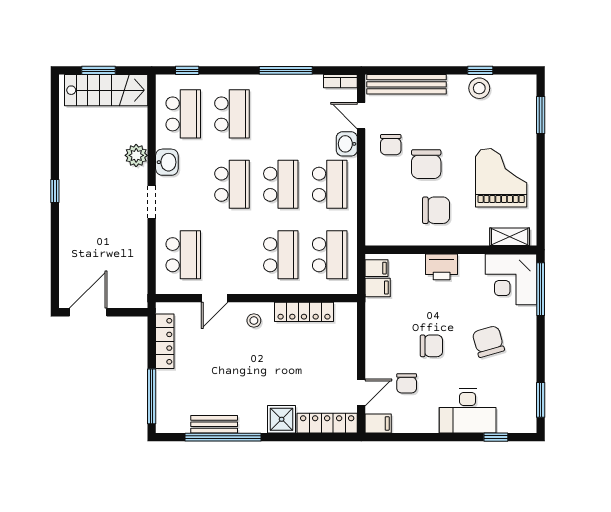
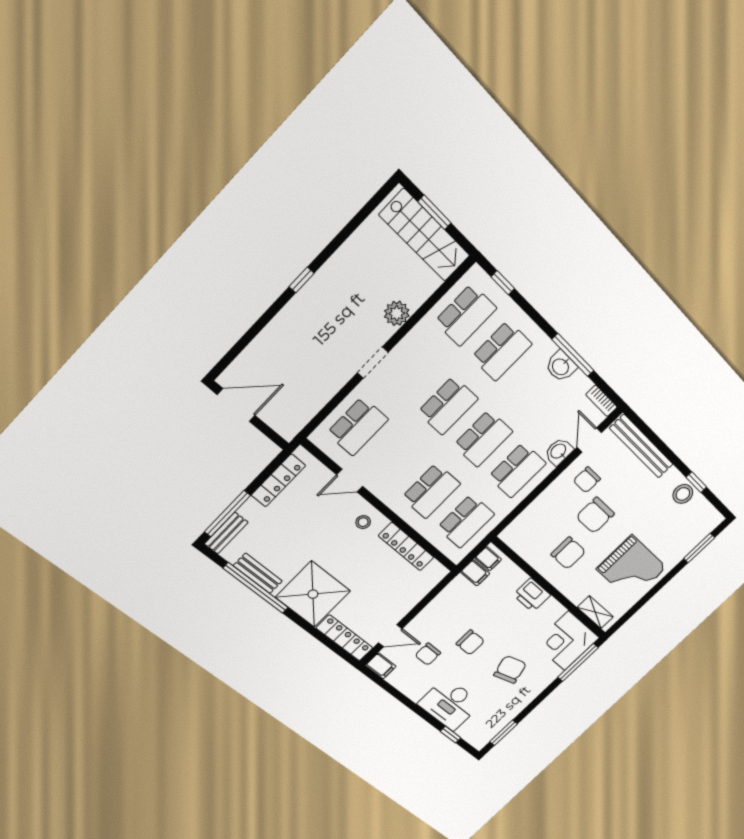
washbasin: (167, 162) -> (561, 366), moved, turned 90
grand piano: (501, 178) -> (632, 568), turned 90
bench: (164, 412) -> (226, 533), added
shower: (282, 419) -> (313, 594), width x1.86, depth x1.86

